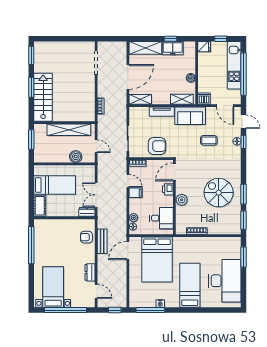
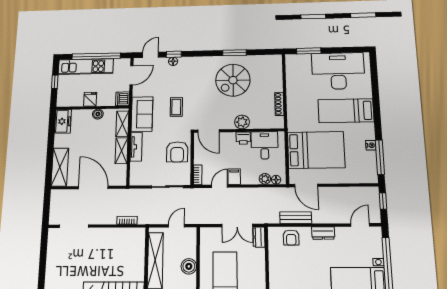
window: (171, 39) -> (51, 138), removed
fridge: (204, 47) -> (90, 99), moved
freezer: (173, 48) -> (63, 121), moved
shelving: (140, 99) -> (121, 151), moved
coffee table: (209, 140) -> (176, 107), moved
armchair: (157, 146) -> (177, 152), turned 180
boiler: (76, 157) -> (189, 266), moved
printer: (168, 189) -> (243, 138), moved
window: (243, 220) -> (265, 52), removed
dresser: (90, 272) -> (323, 233), moved

